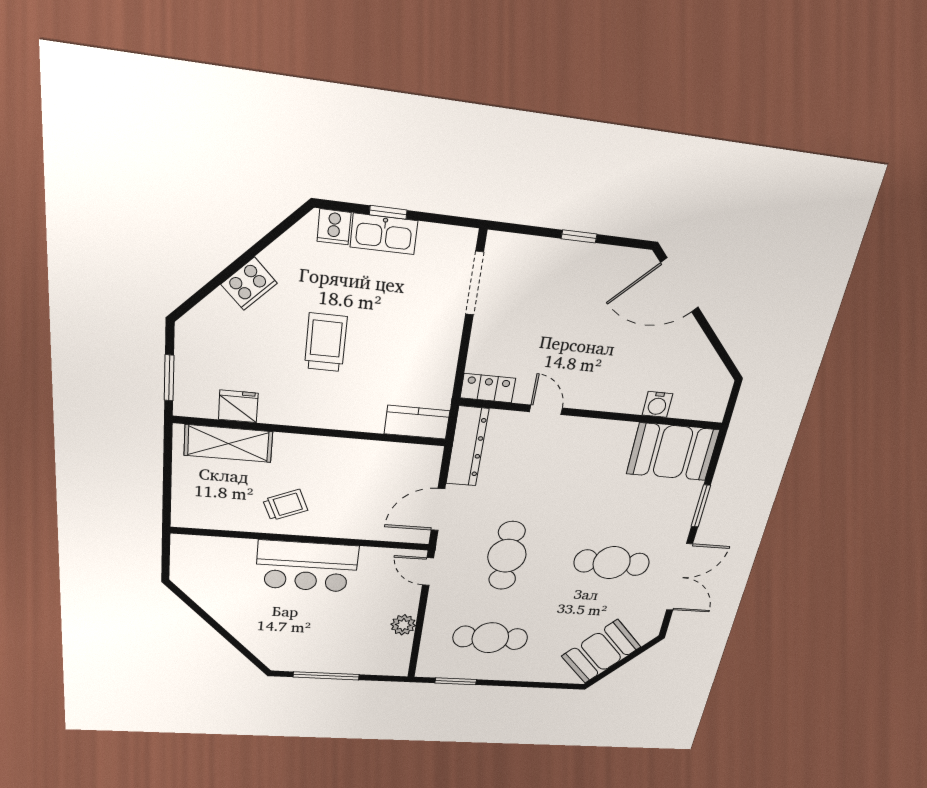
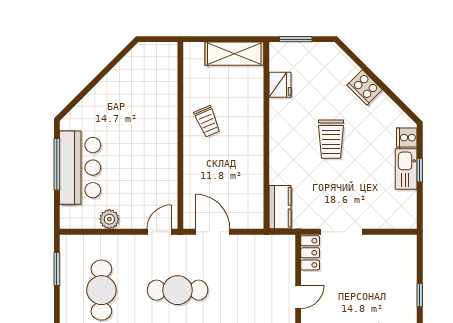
doorway: (475, 283) -> (341, 232), moved
trolley: (326, 343) -> (331, 139), turned 90
shelving: (228, 444) -> (234, 54), moved, turned 90
dresser: (467, 446) -> (265, 245), removed
bar counter: (307, 566) -> (80, 168), moved, turned 180

